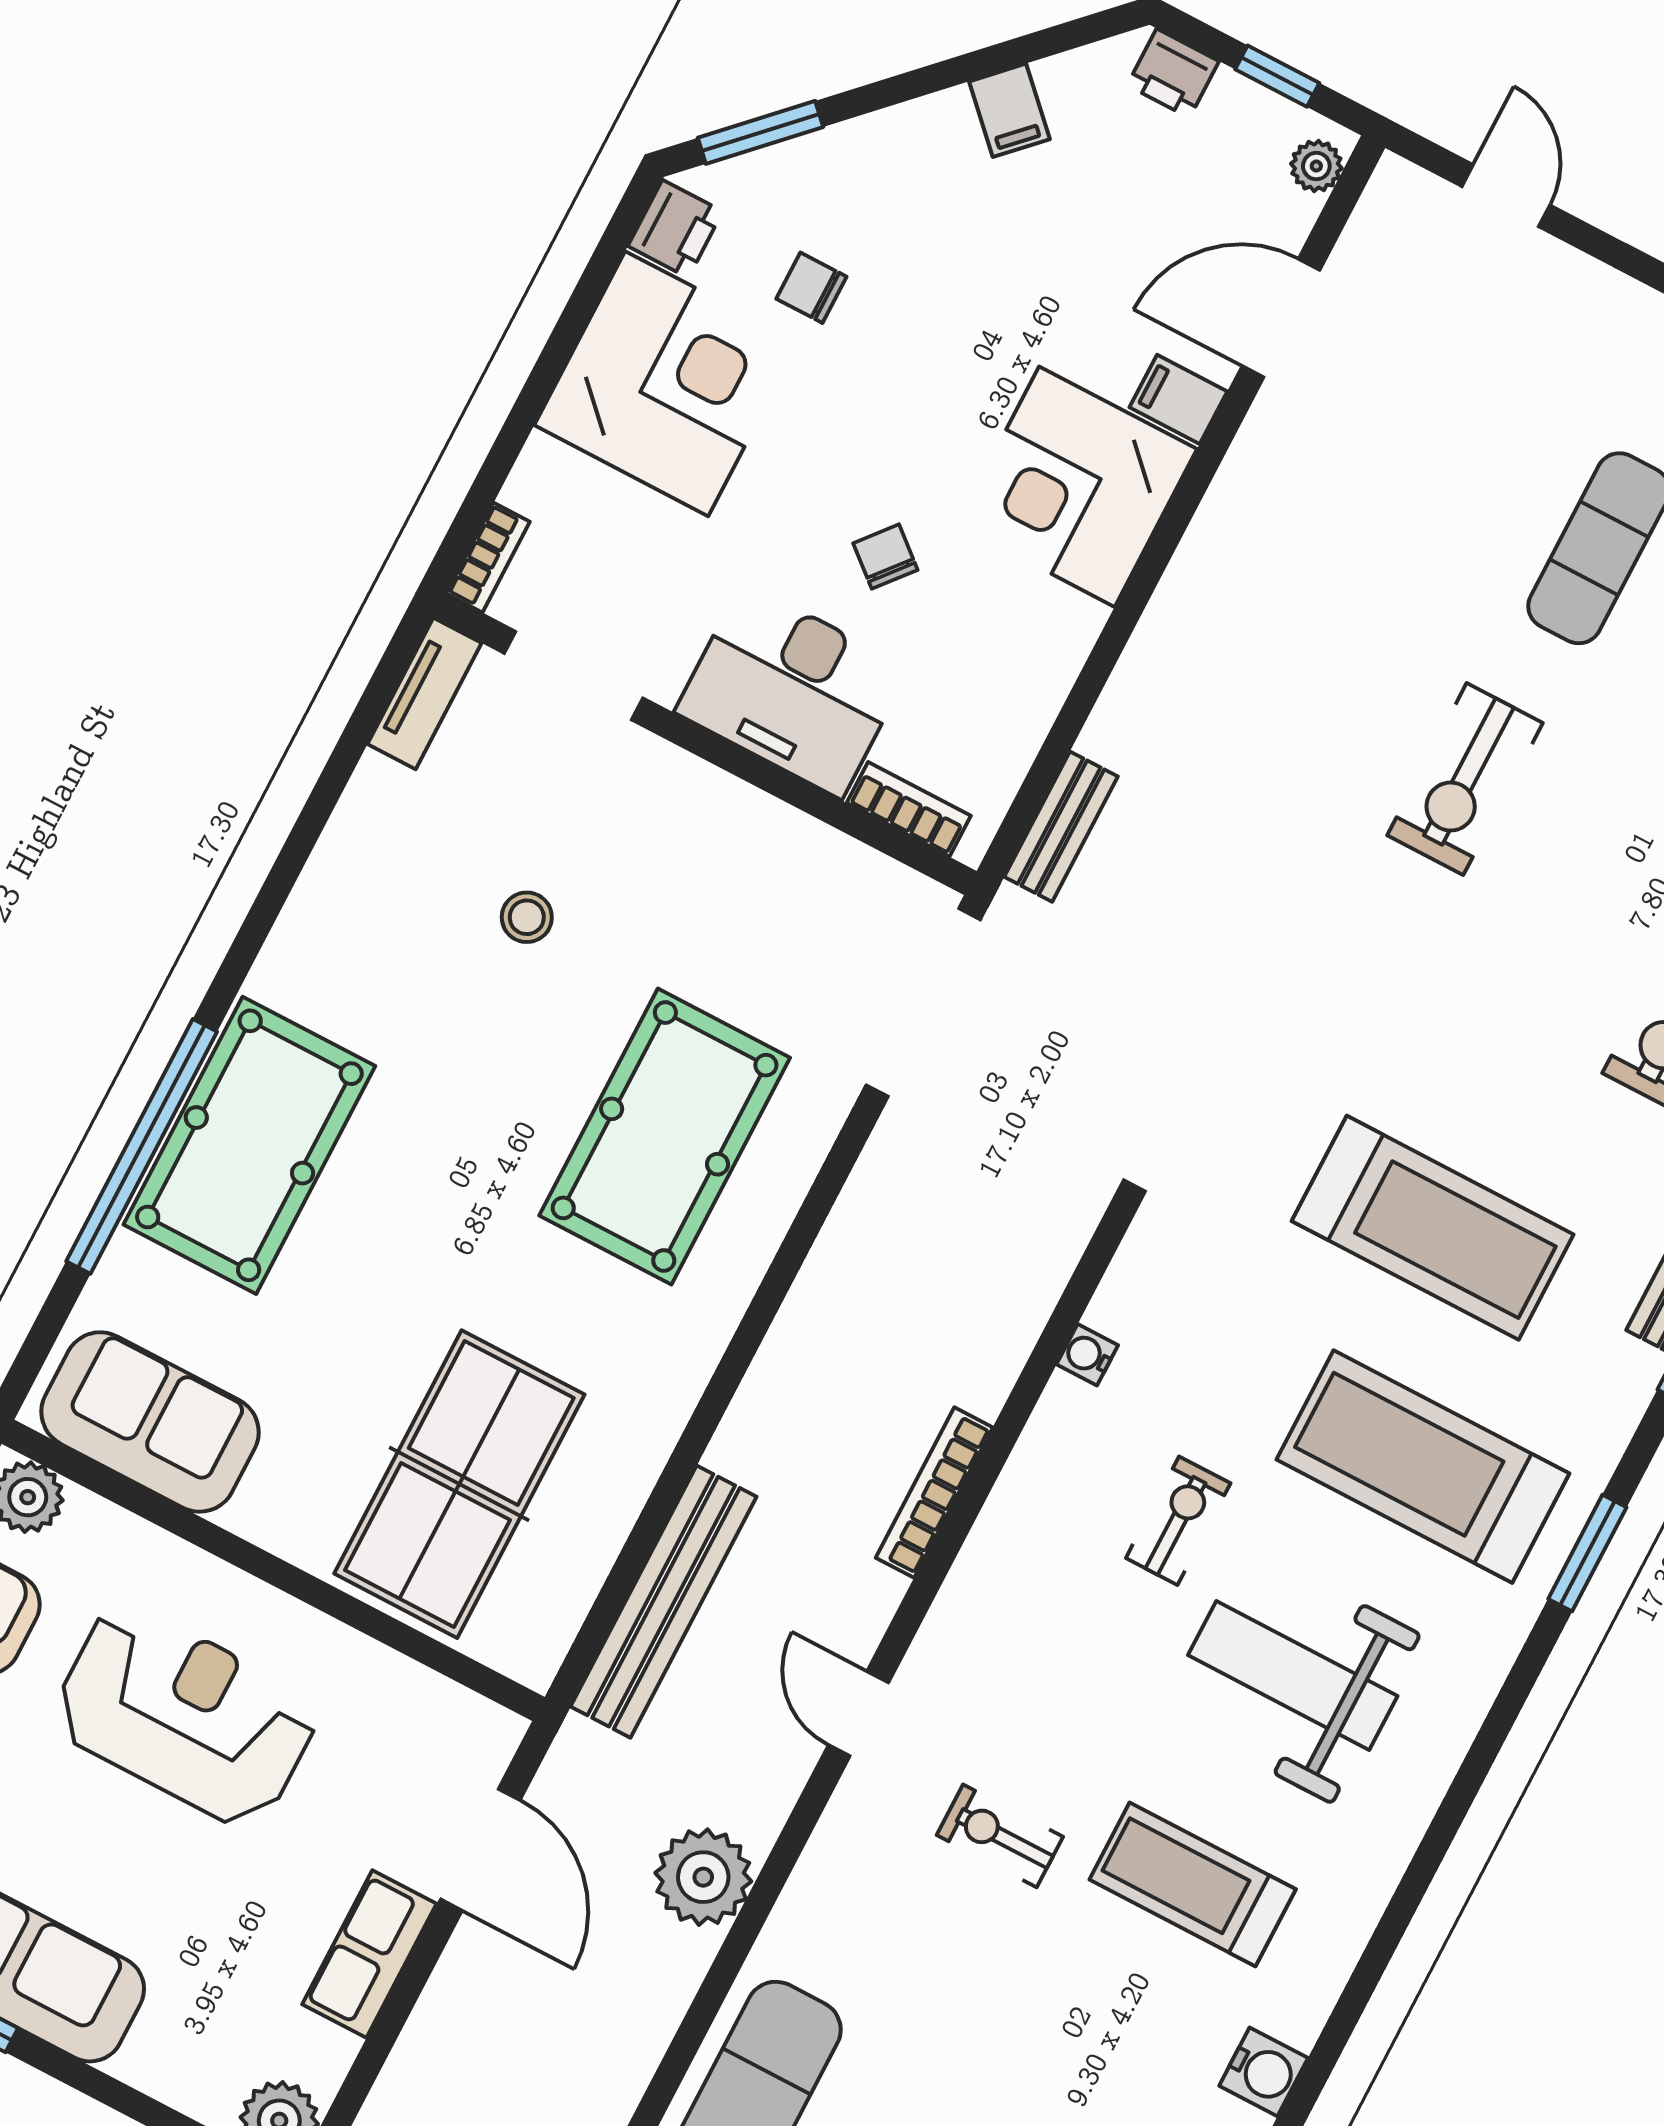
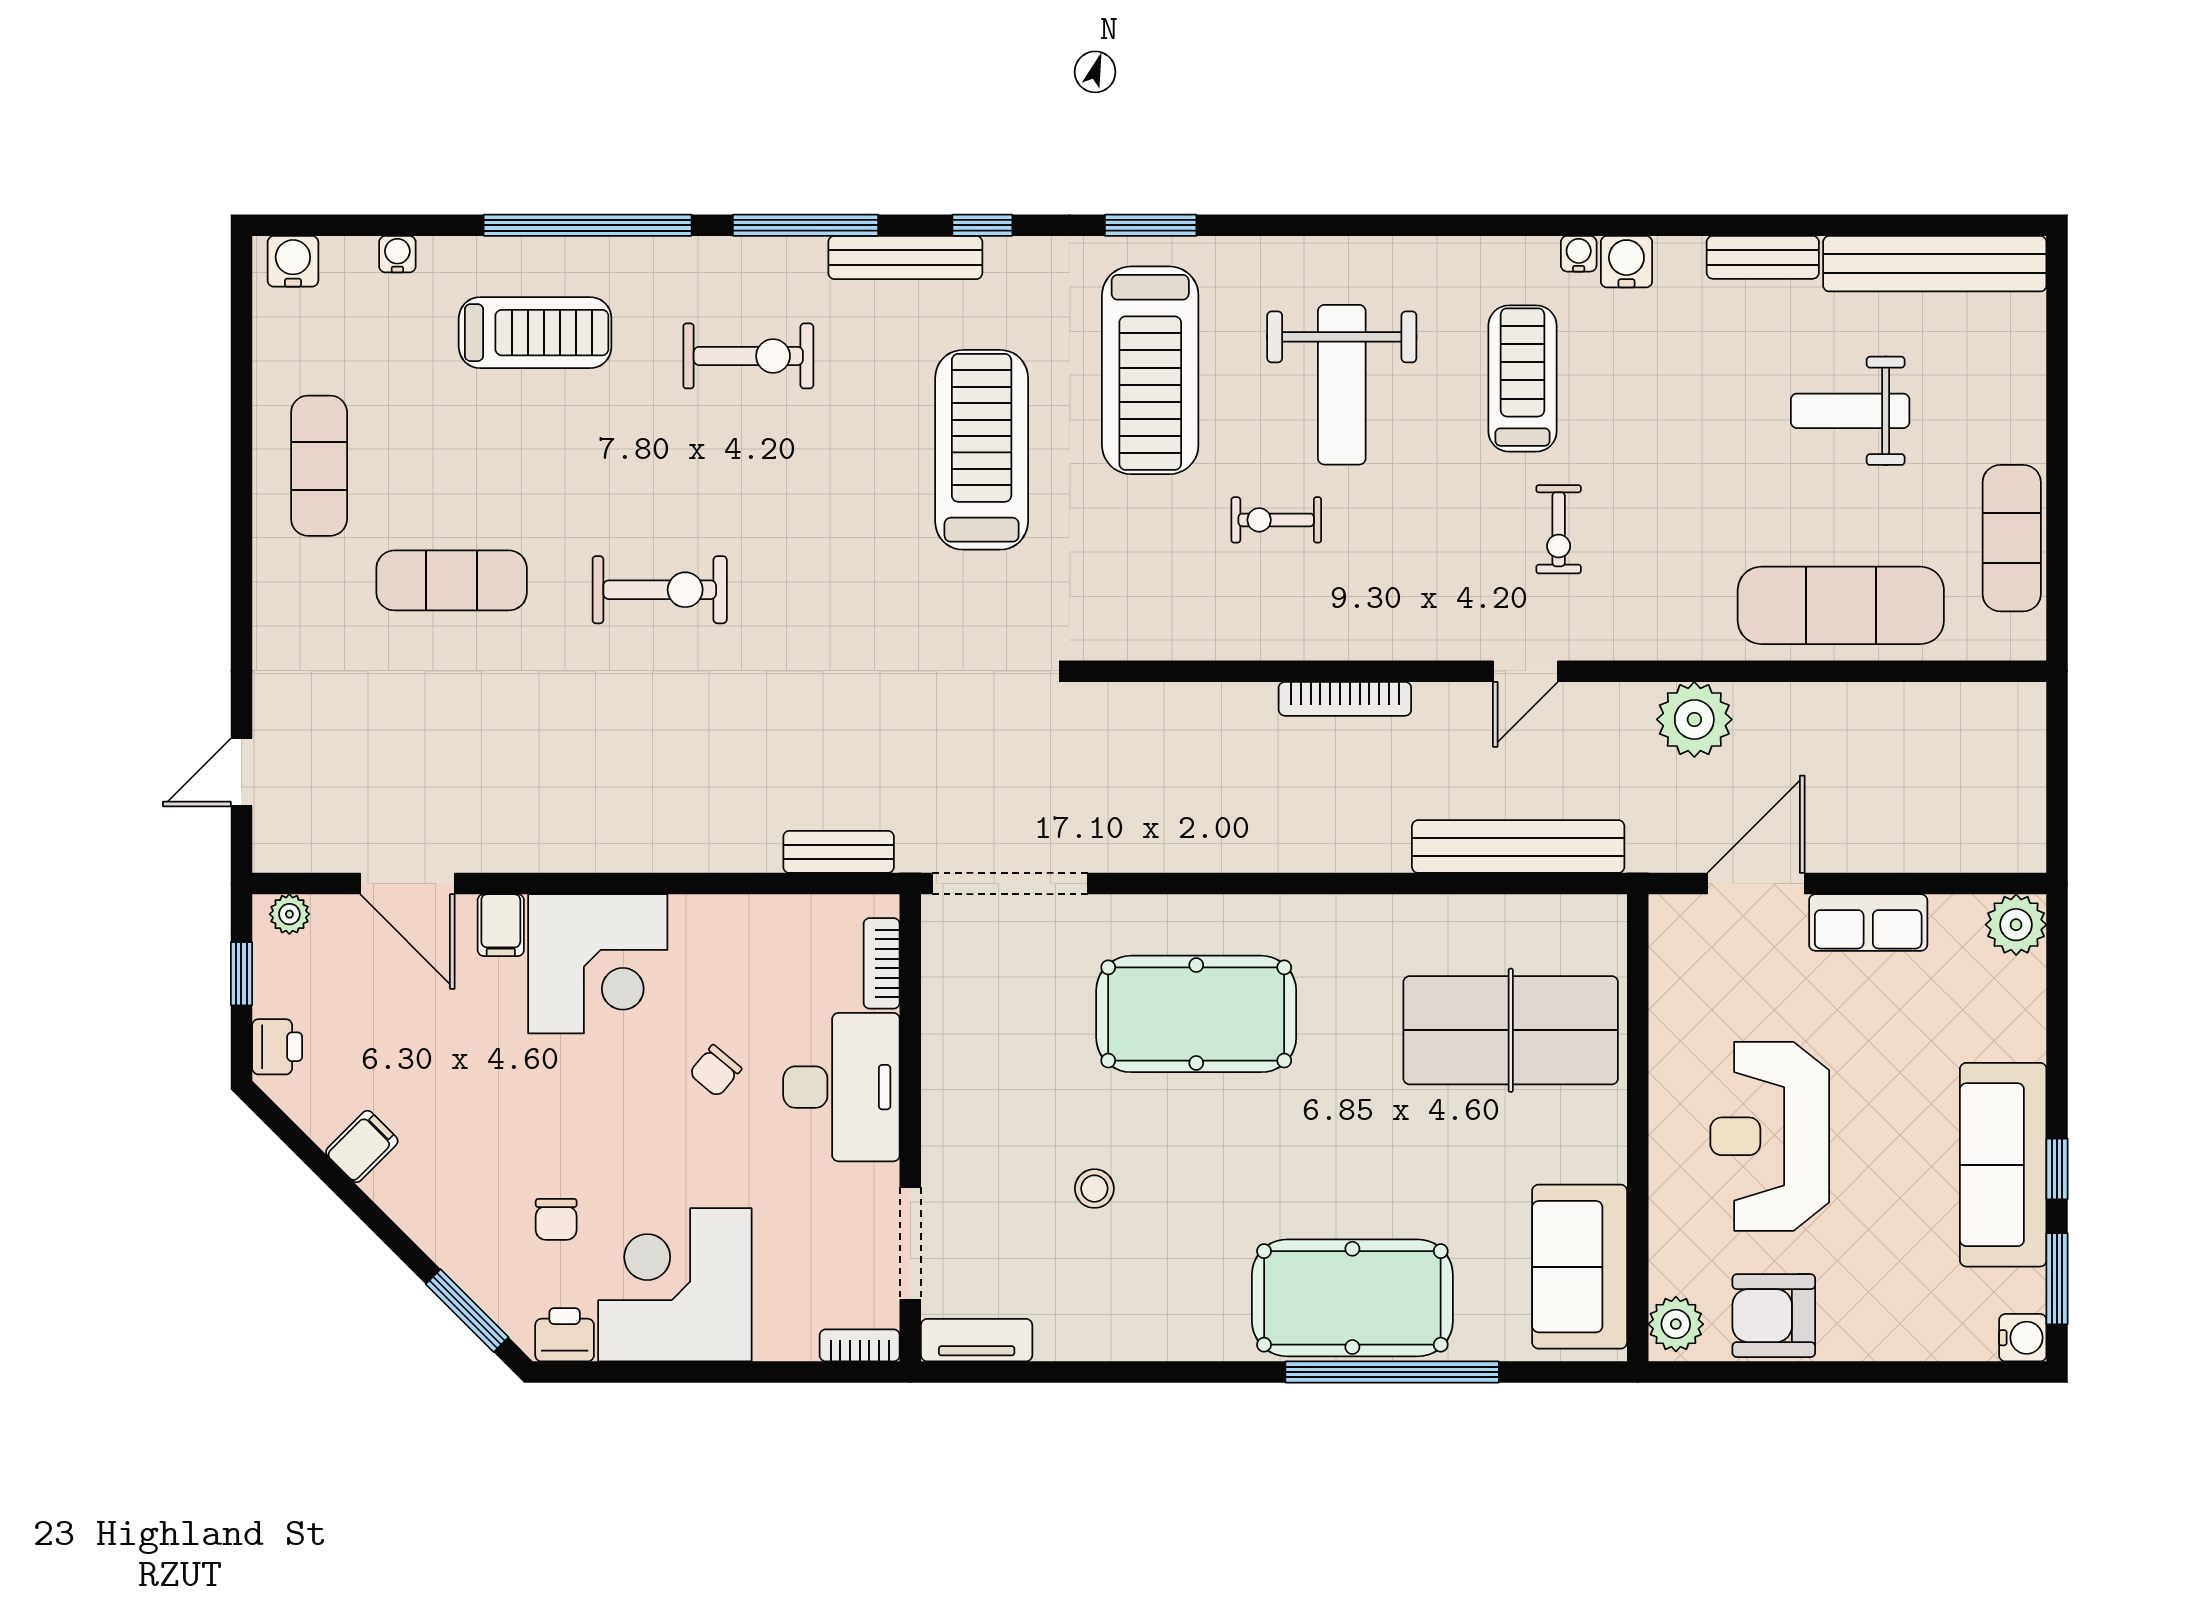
water cooler: (1087, 1355) -> (1579, 254), moved, turned 180
treadmill: (1193, 1884) -> (1522, 379), turned 180

